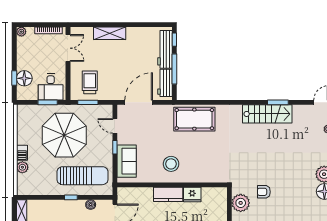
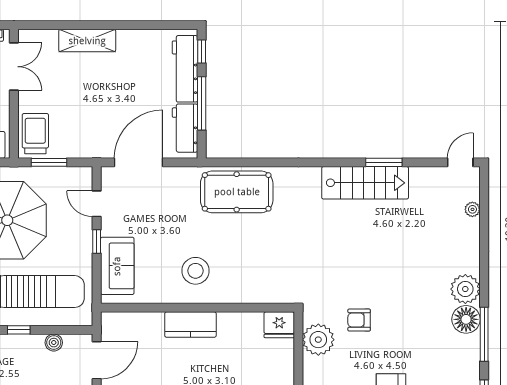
trolley: (90, 82) -> (35, 134), moved
fridge: (192, 194) -> (279, 325), moved

